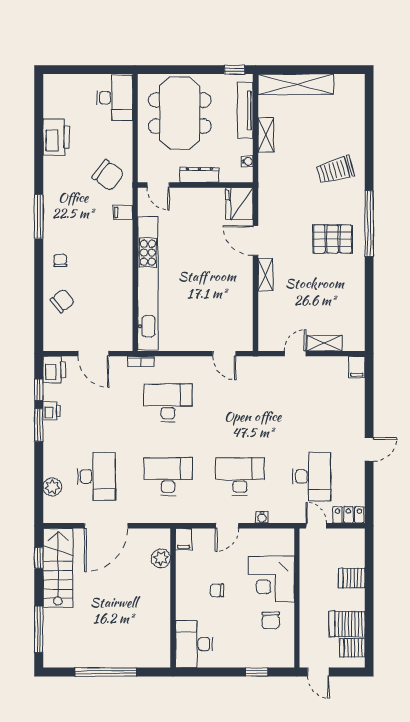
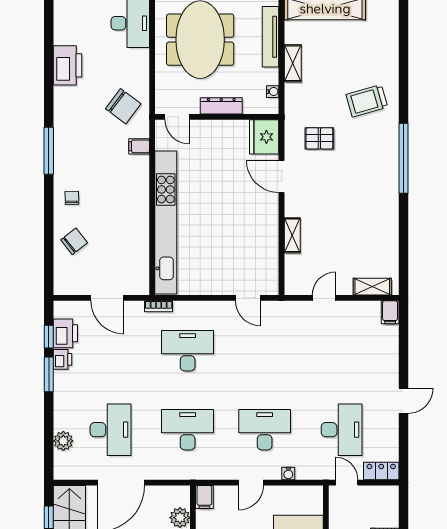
pallet: (333, 239) -> (319, 138), moved, width x0.67, depth x0.71
shelving: (265, 275) -> (292, 235), moved
shelving: (324, 343) -> (372, 287), moved
printer: (54, 370) -> (65, 333), moved

